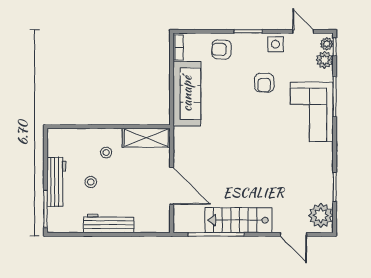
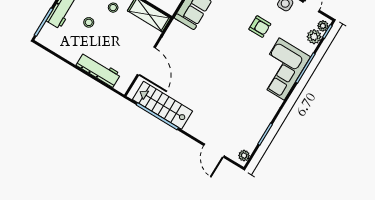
armchair: (264, 83) -> (260, 27), turned -90
plant: (321, 215) -> (244, 156), width x0.53, depth x0.53
stairs: (238, 220) -> (163, 105), moved
workbench: (109, 223) -> (98, 70), moved

